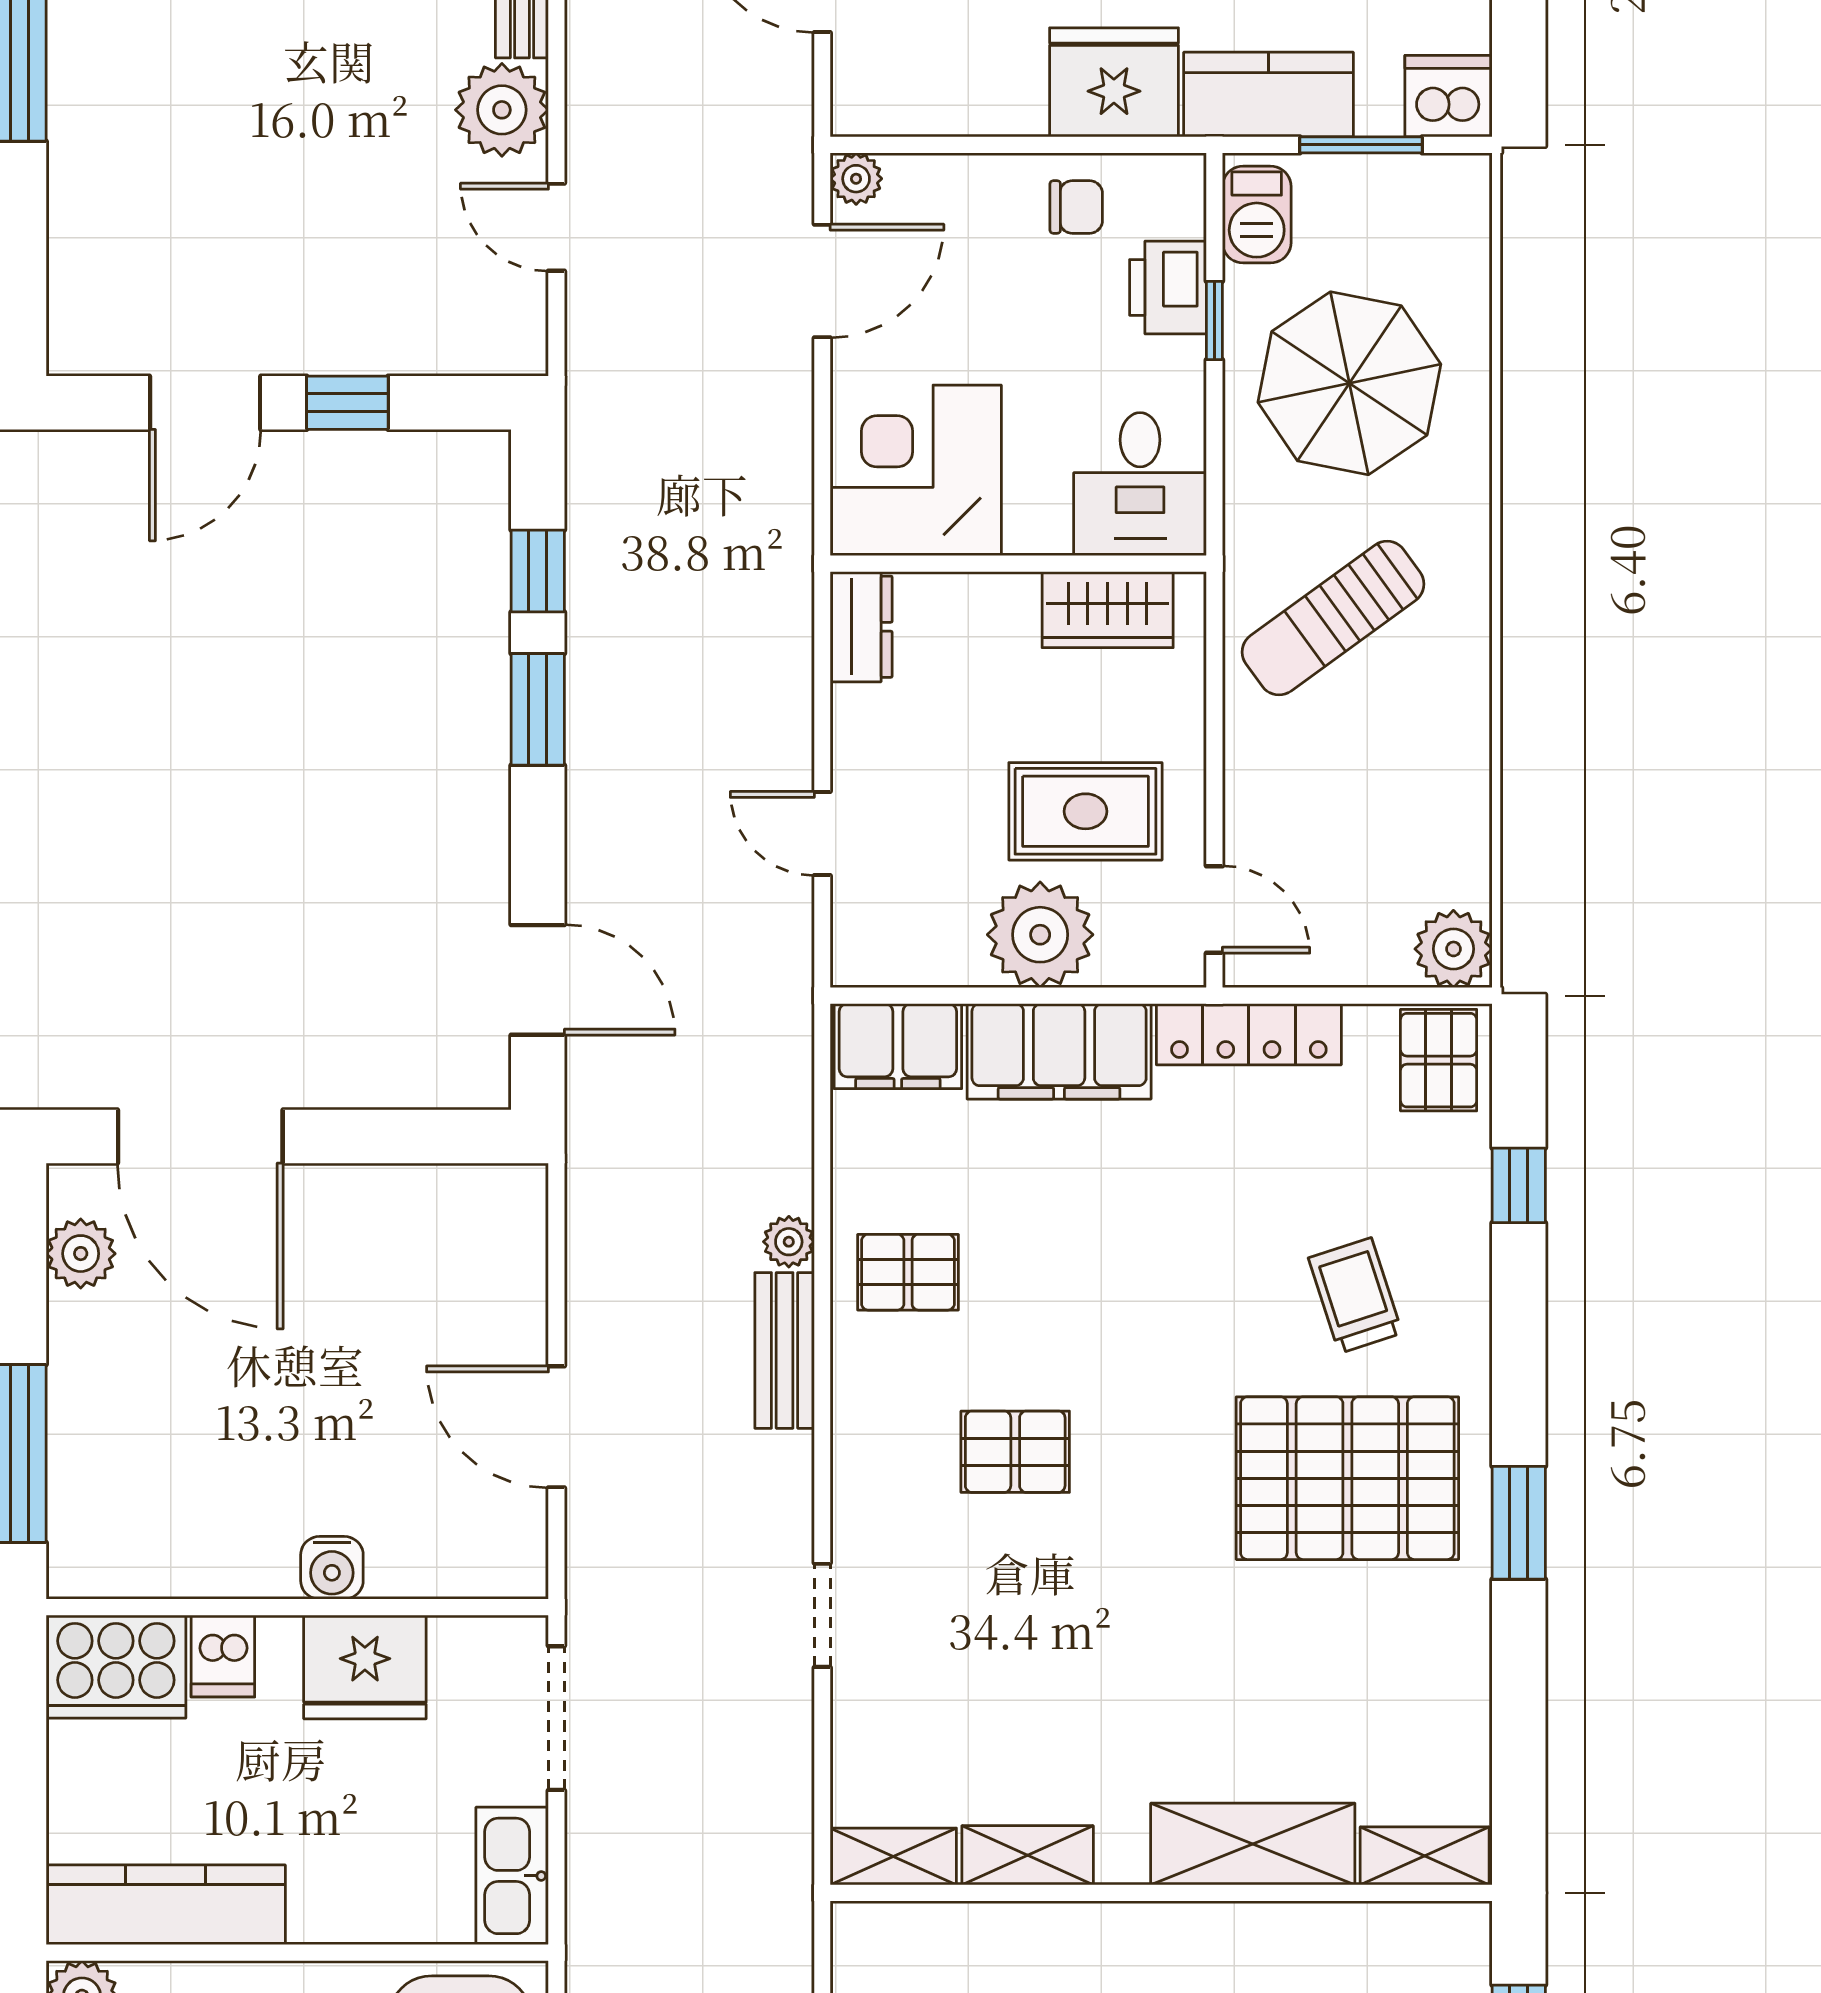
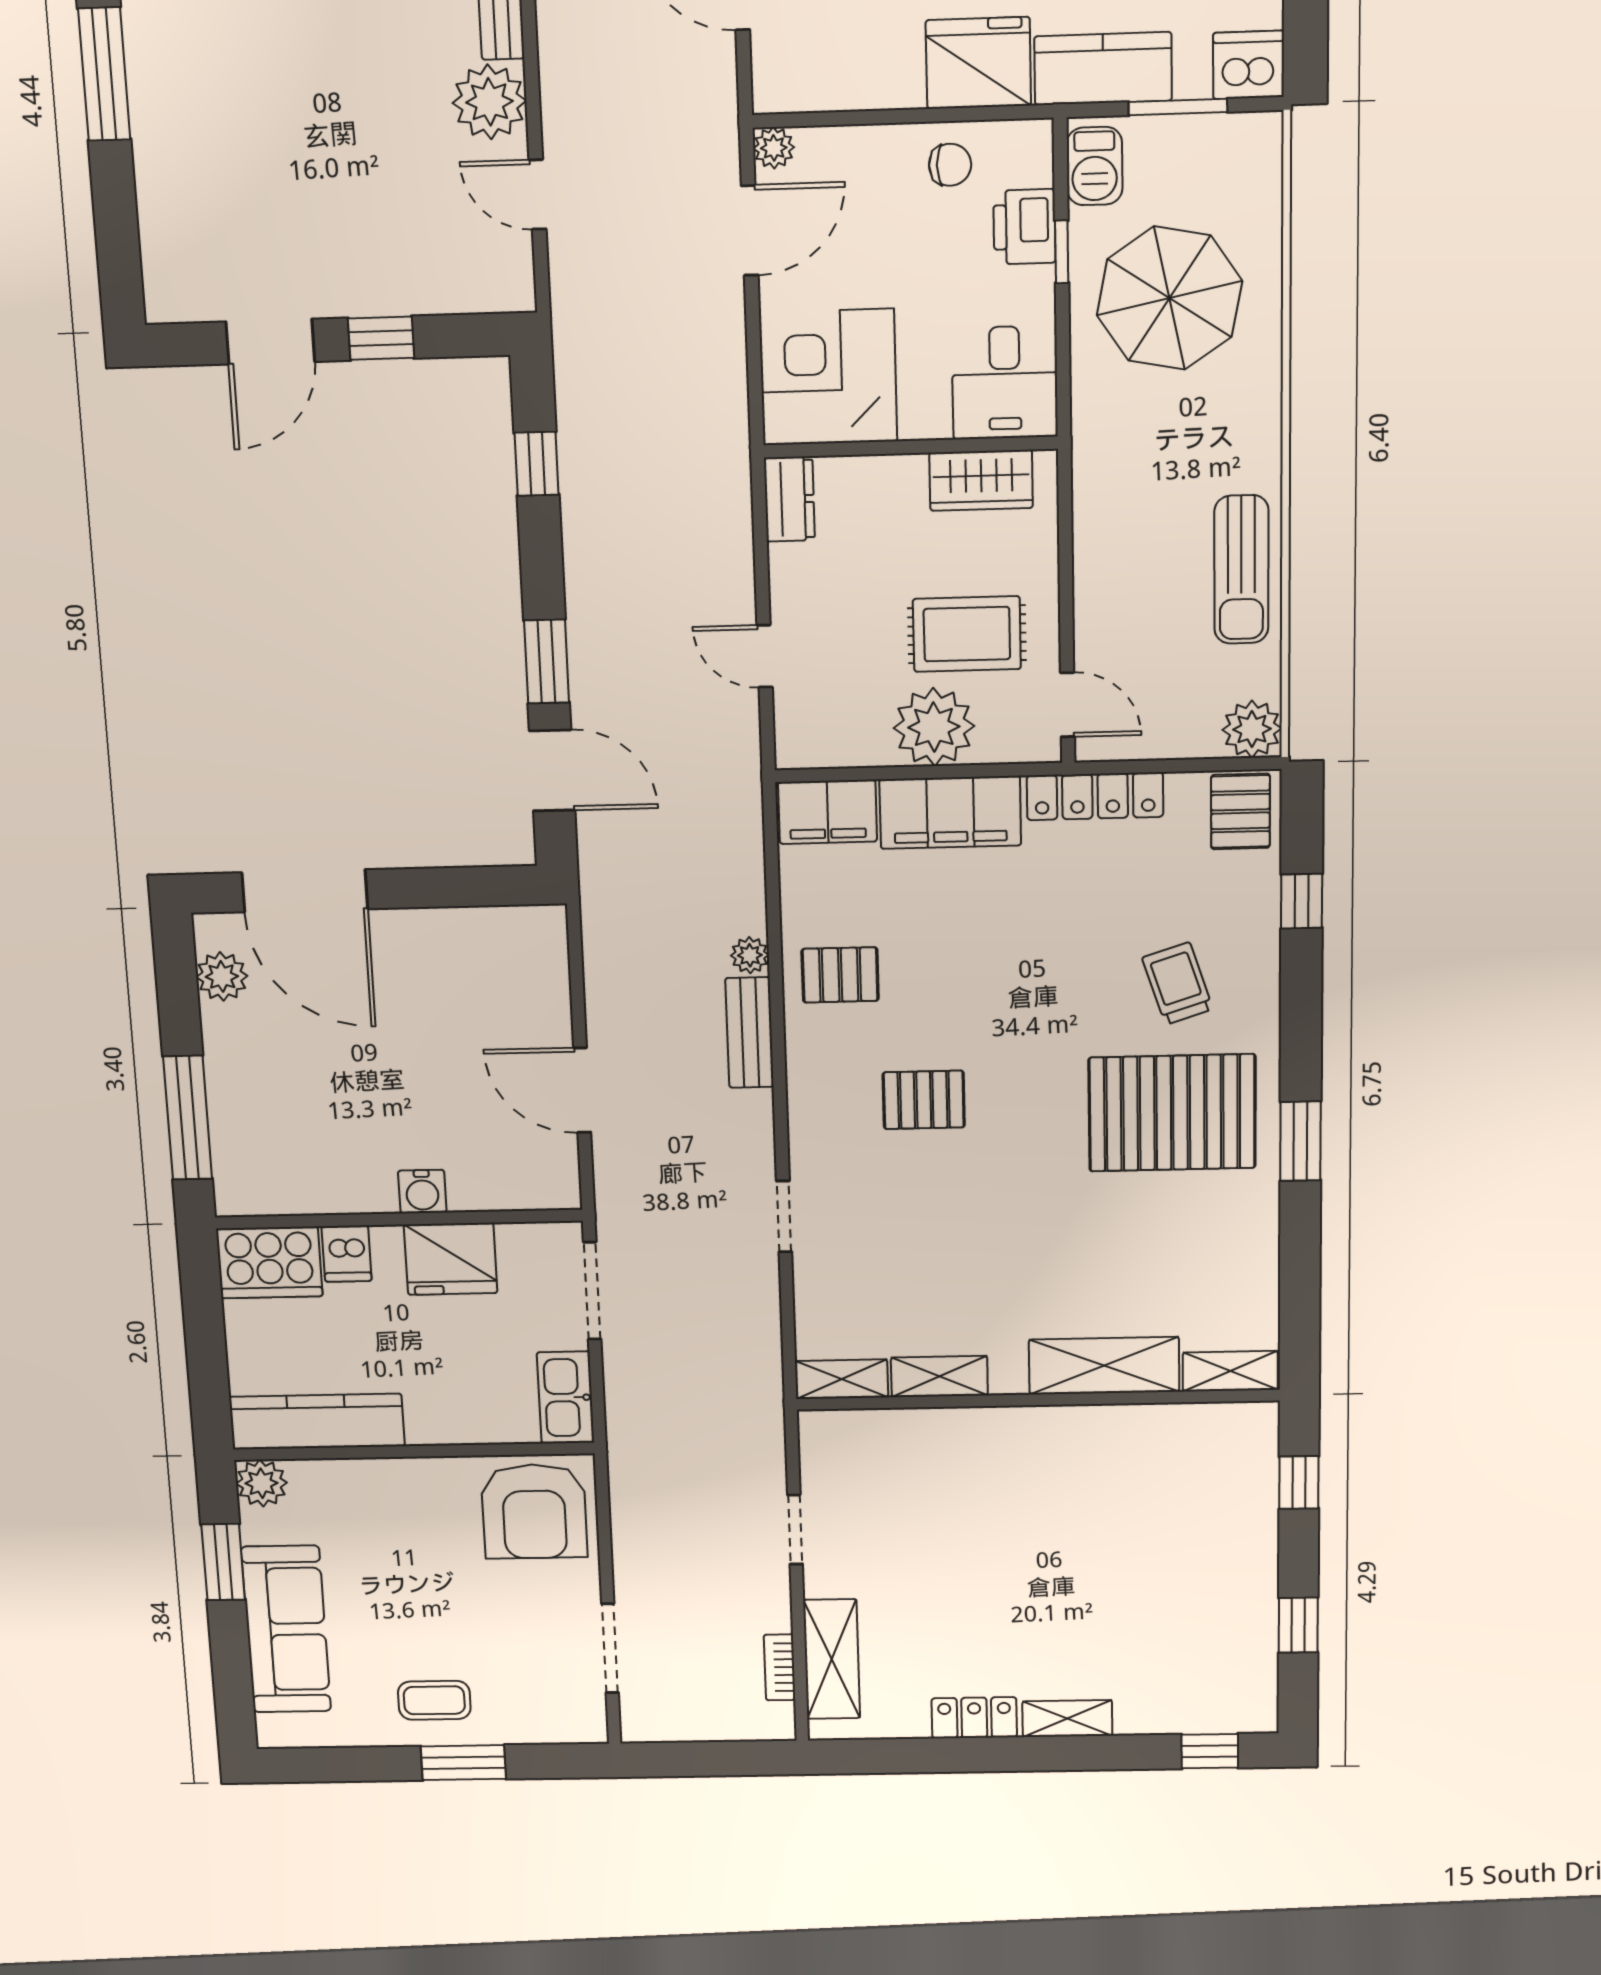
sun lounger: (1333, 618) -> (1241, 570), moved, turned -54
window: (538, 709) -> (547, 661), moved

